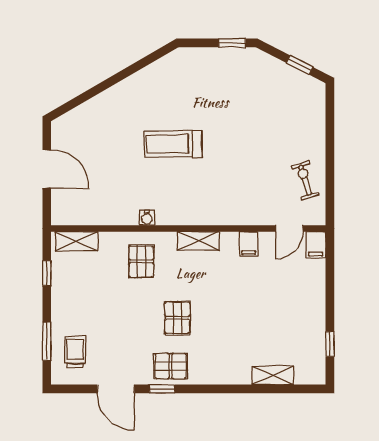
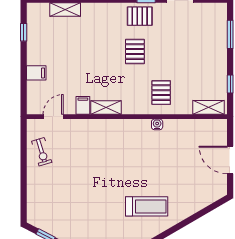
treadmill: (173, 144) -> (147, 206), moved
shelving: (198, 241) -> (106, 107), moved
filing cabinet: (316, 245) -> (36, 73), moved, turned 90
trolley: (75, 352) -> (209, 27), removed

